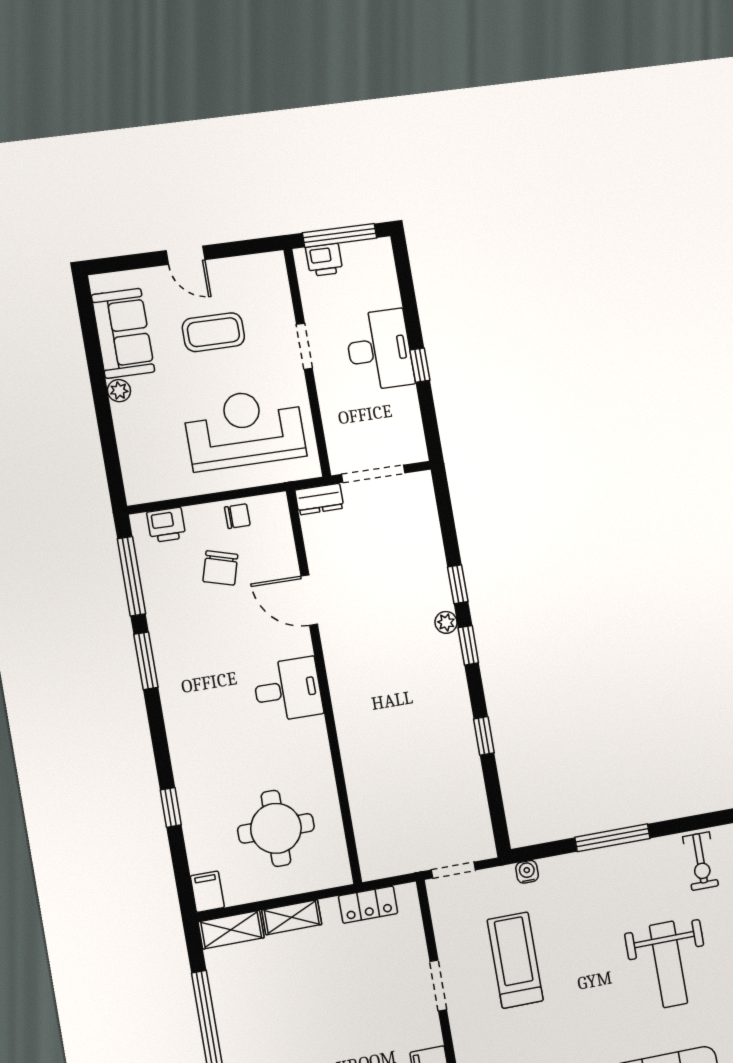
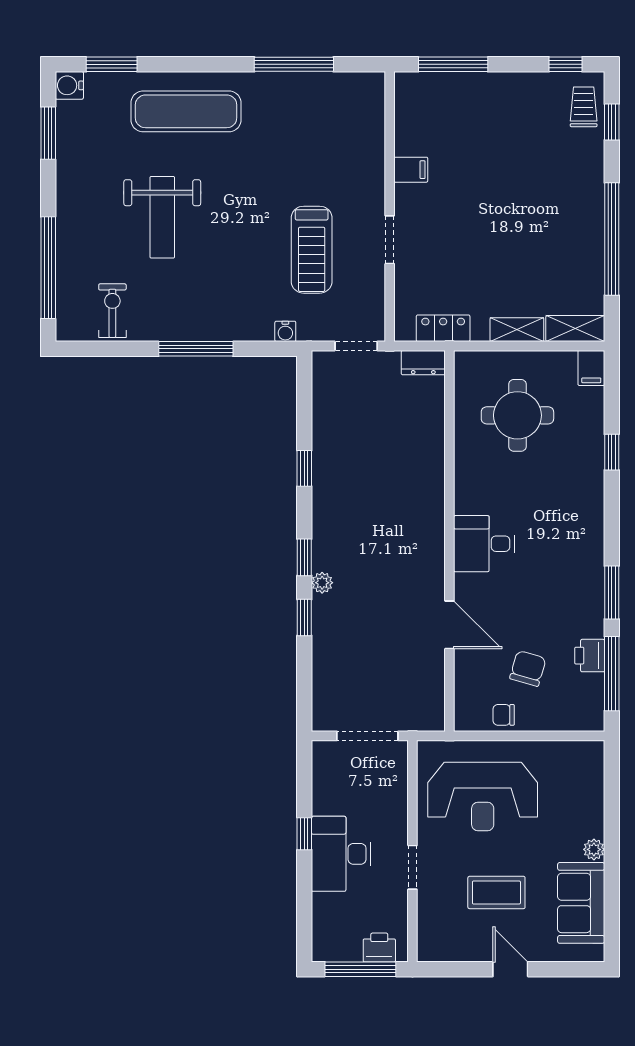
dresser: (319, 499) -> (423, 363), moved, turned 180
printer: (166, 525) -> (590, 656), moved, turned -90
weight bench: (668, 964) -> (162, 217), turned 180

